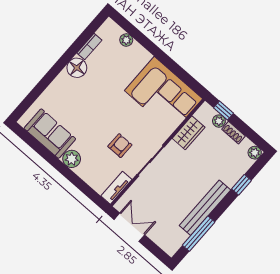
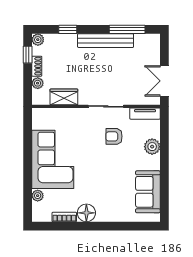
corner sofa: (164, 95) -> (53, 159), moved
window: (224, 110) -> (28, 55), moved
plant: (72, 159) -> (152, 147), moved

